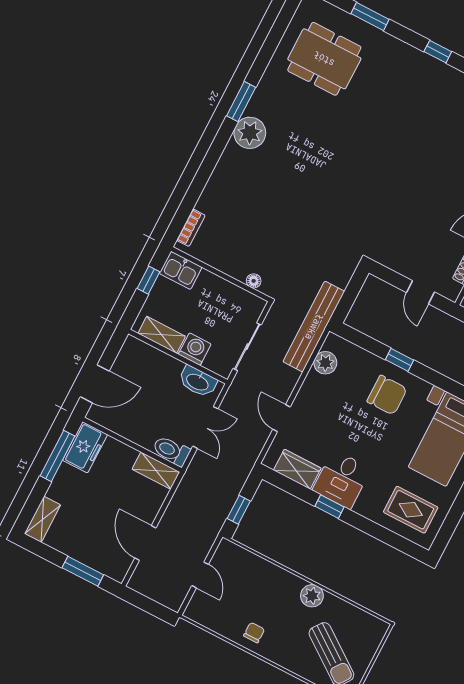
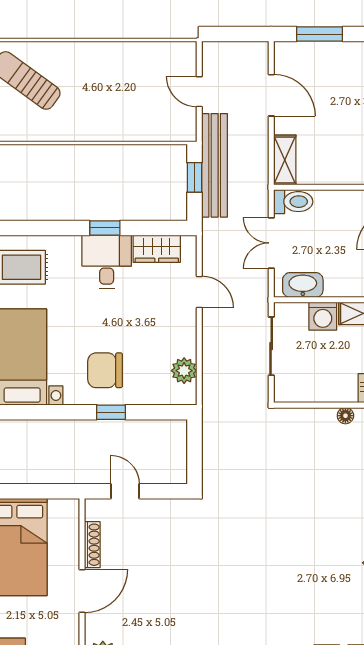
floor lamp: (254, 281) -> (345, 416), moved
bench: (314, 327) -> (215, 165), moved
shelving: (156, 471) -> (285, 160), moved, turned 90
plant: (312, 596) -> (76, 129), removed
chair: (254, 633) -> (115, 62), removed

